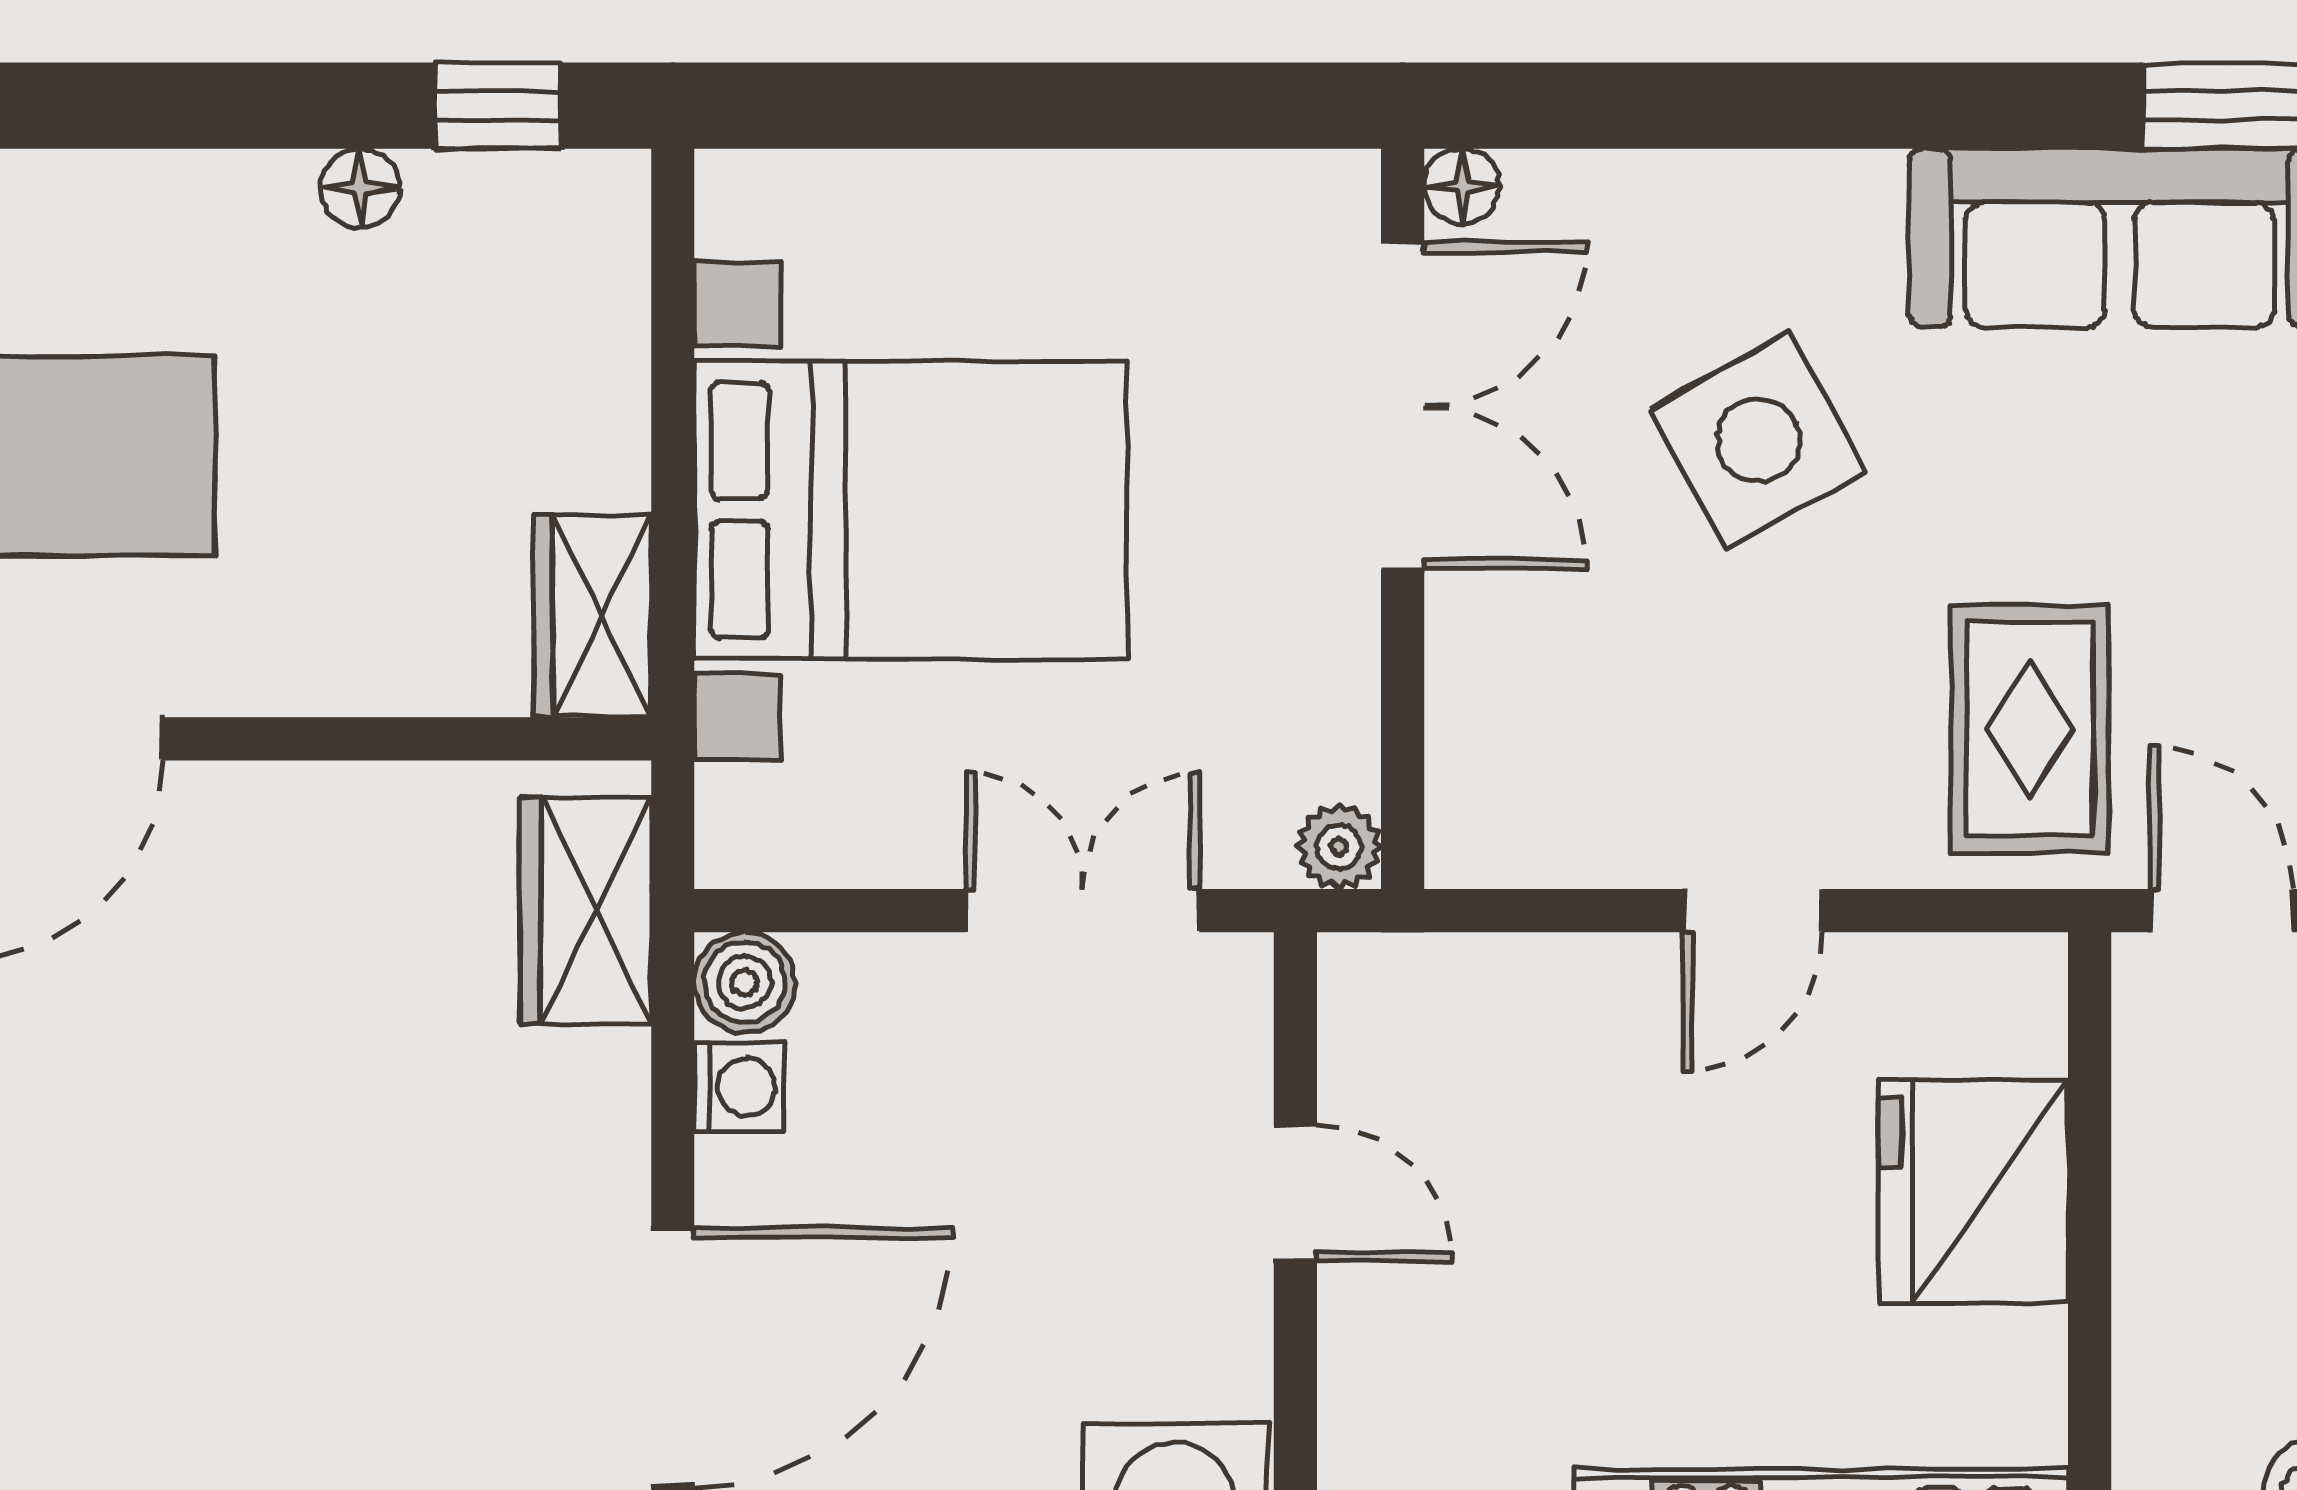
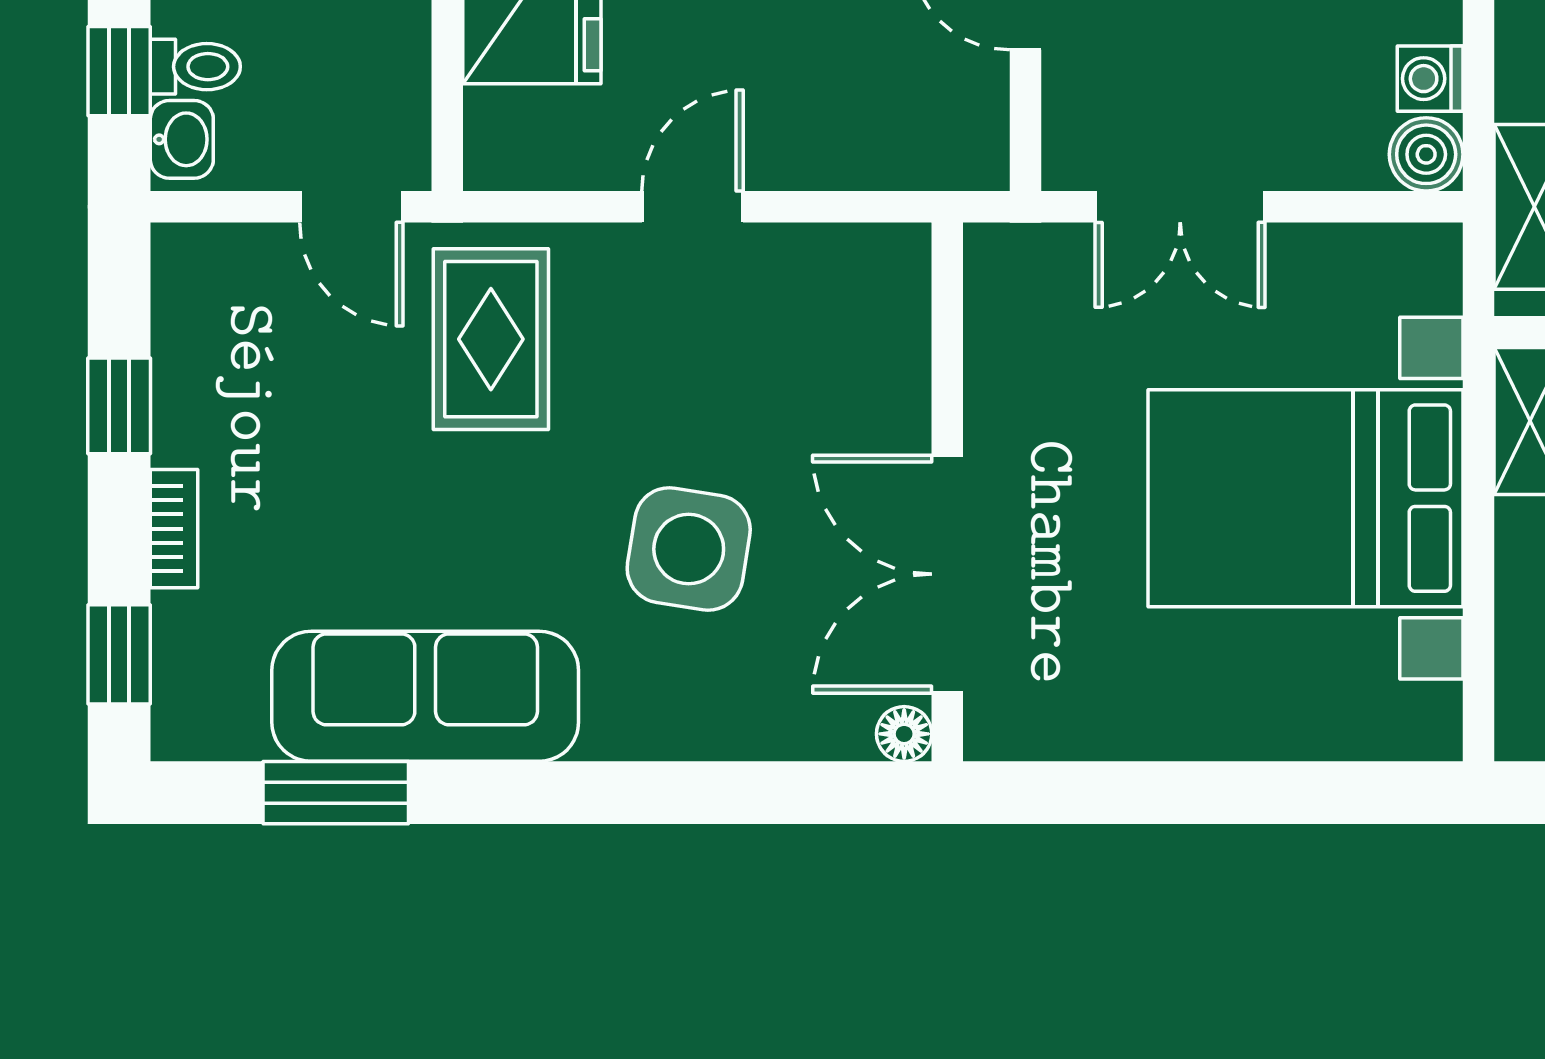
side table: (1758, 440) -> (689, 549), turned 38
plant: (1339, 847) -> (994, 253), removed

